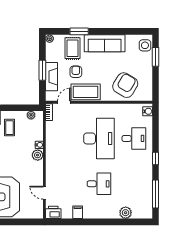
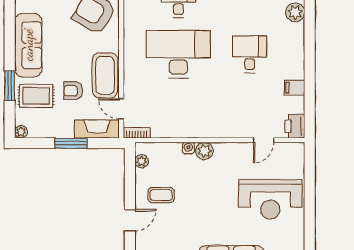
fireplace: (51, 77) -> (97, 129), moved

